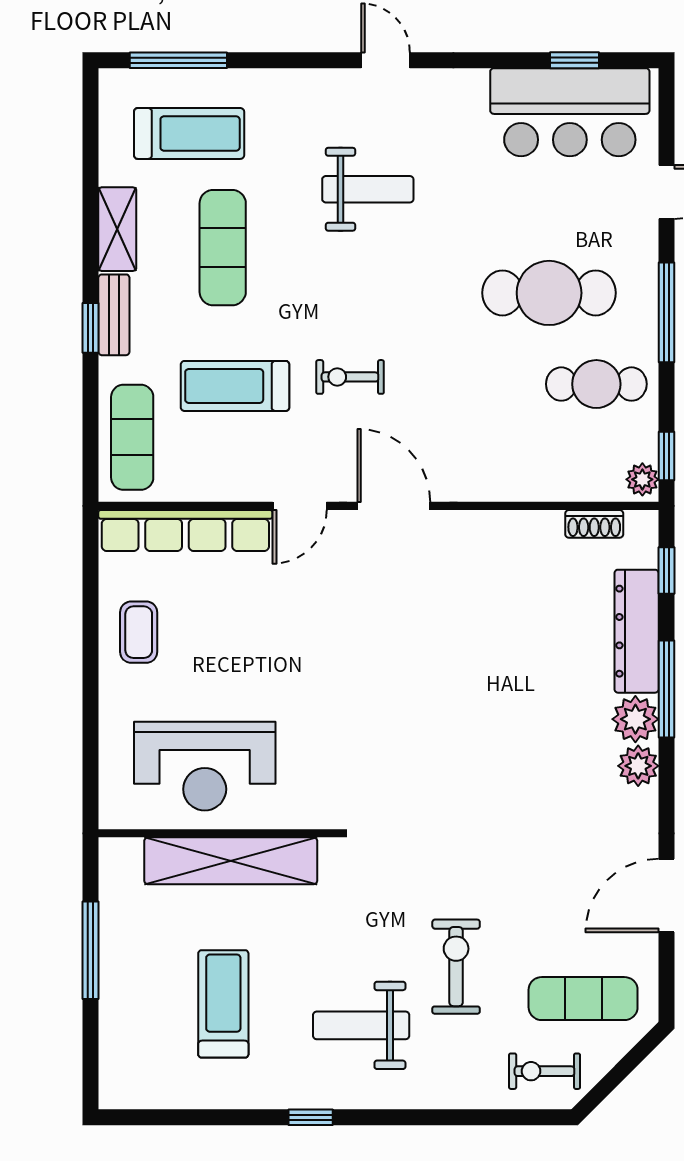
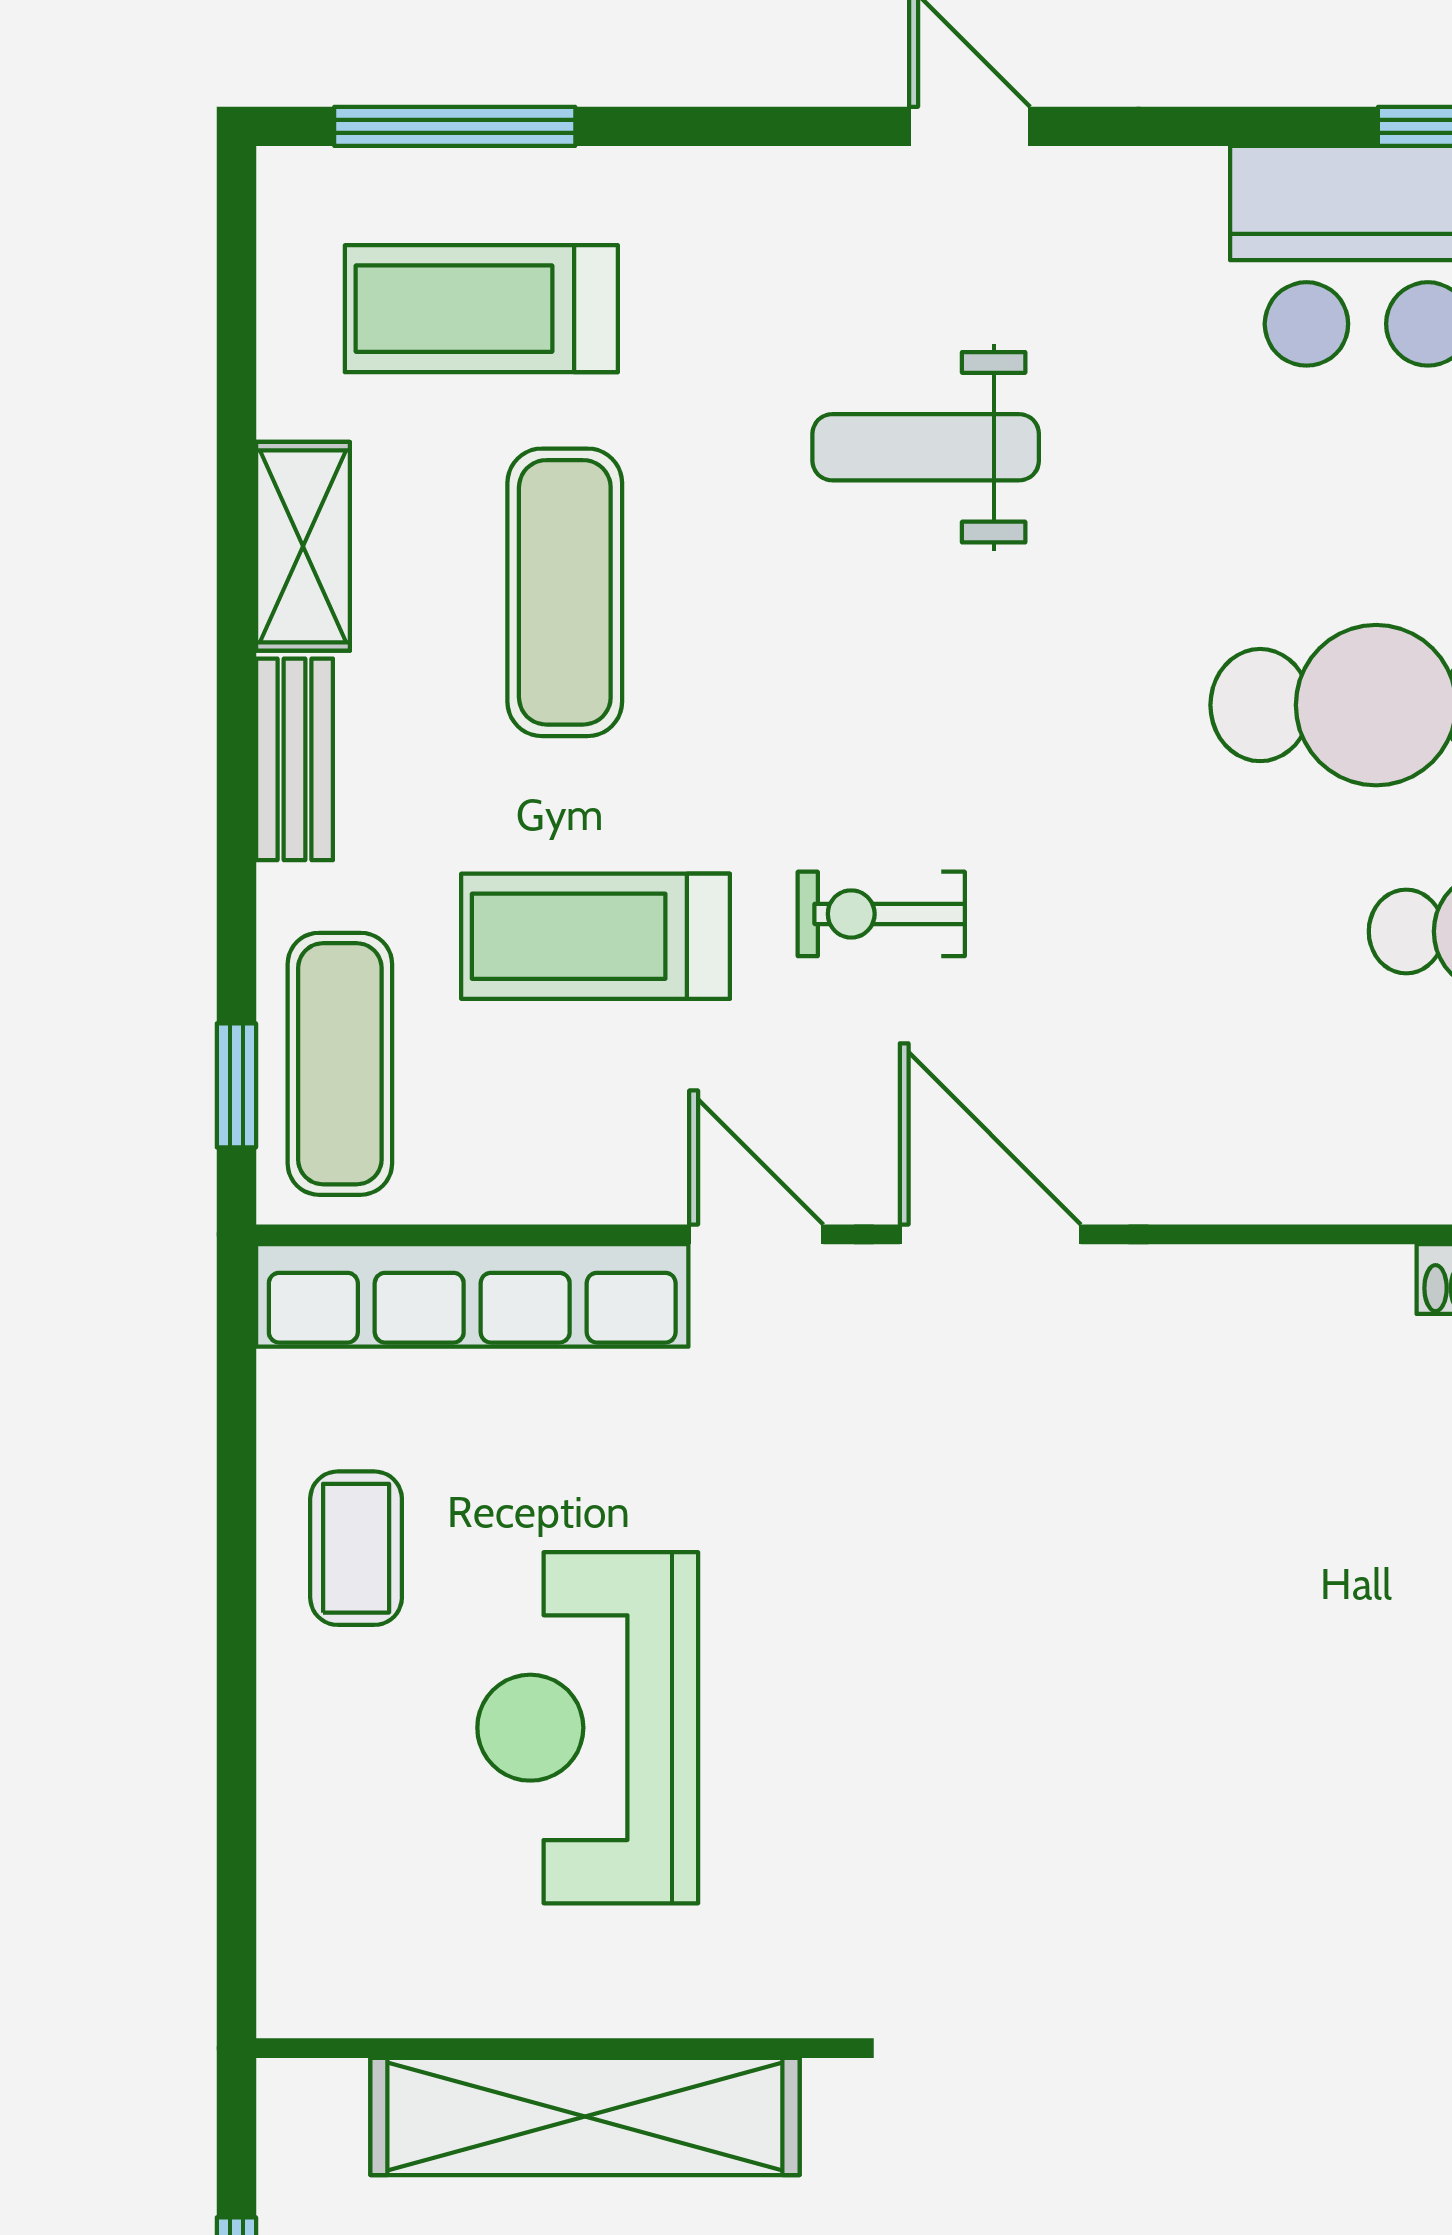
treadmill: (189, 133) -> (481, 309), turned 180
weight bench: (368, 189) -> (926, 447), turned 180
window: (91, 328) -> (236, 1085), moved
door: (300, 506) -> (756, 1234), swing flipped
reception desk: (205, 766) -> (588, 1728), moved, turned 90

